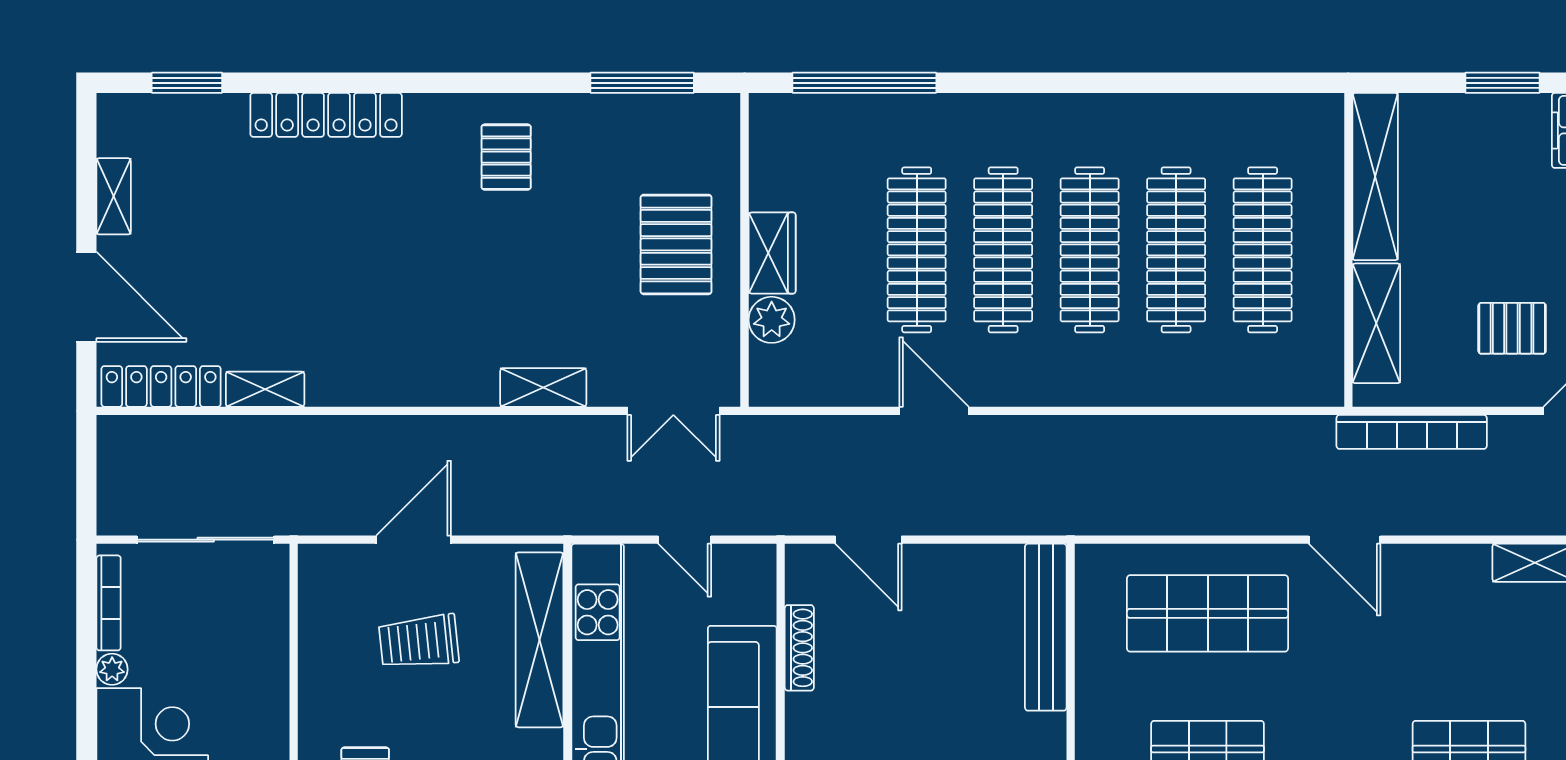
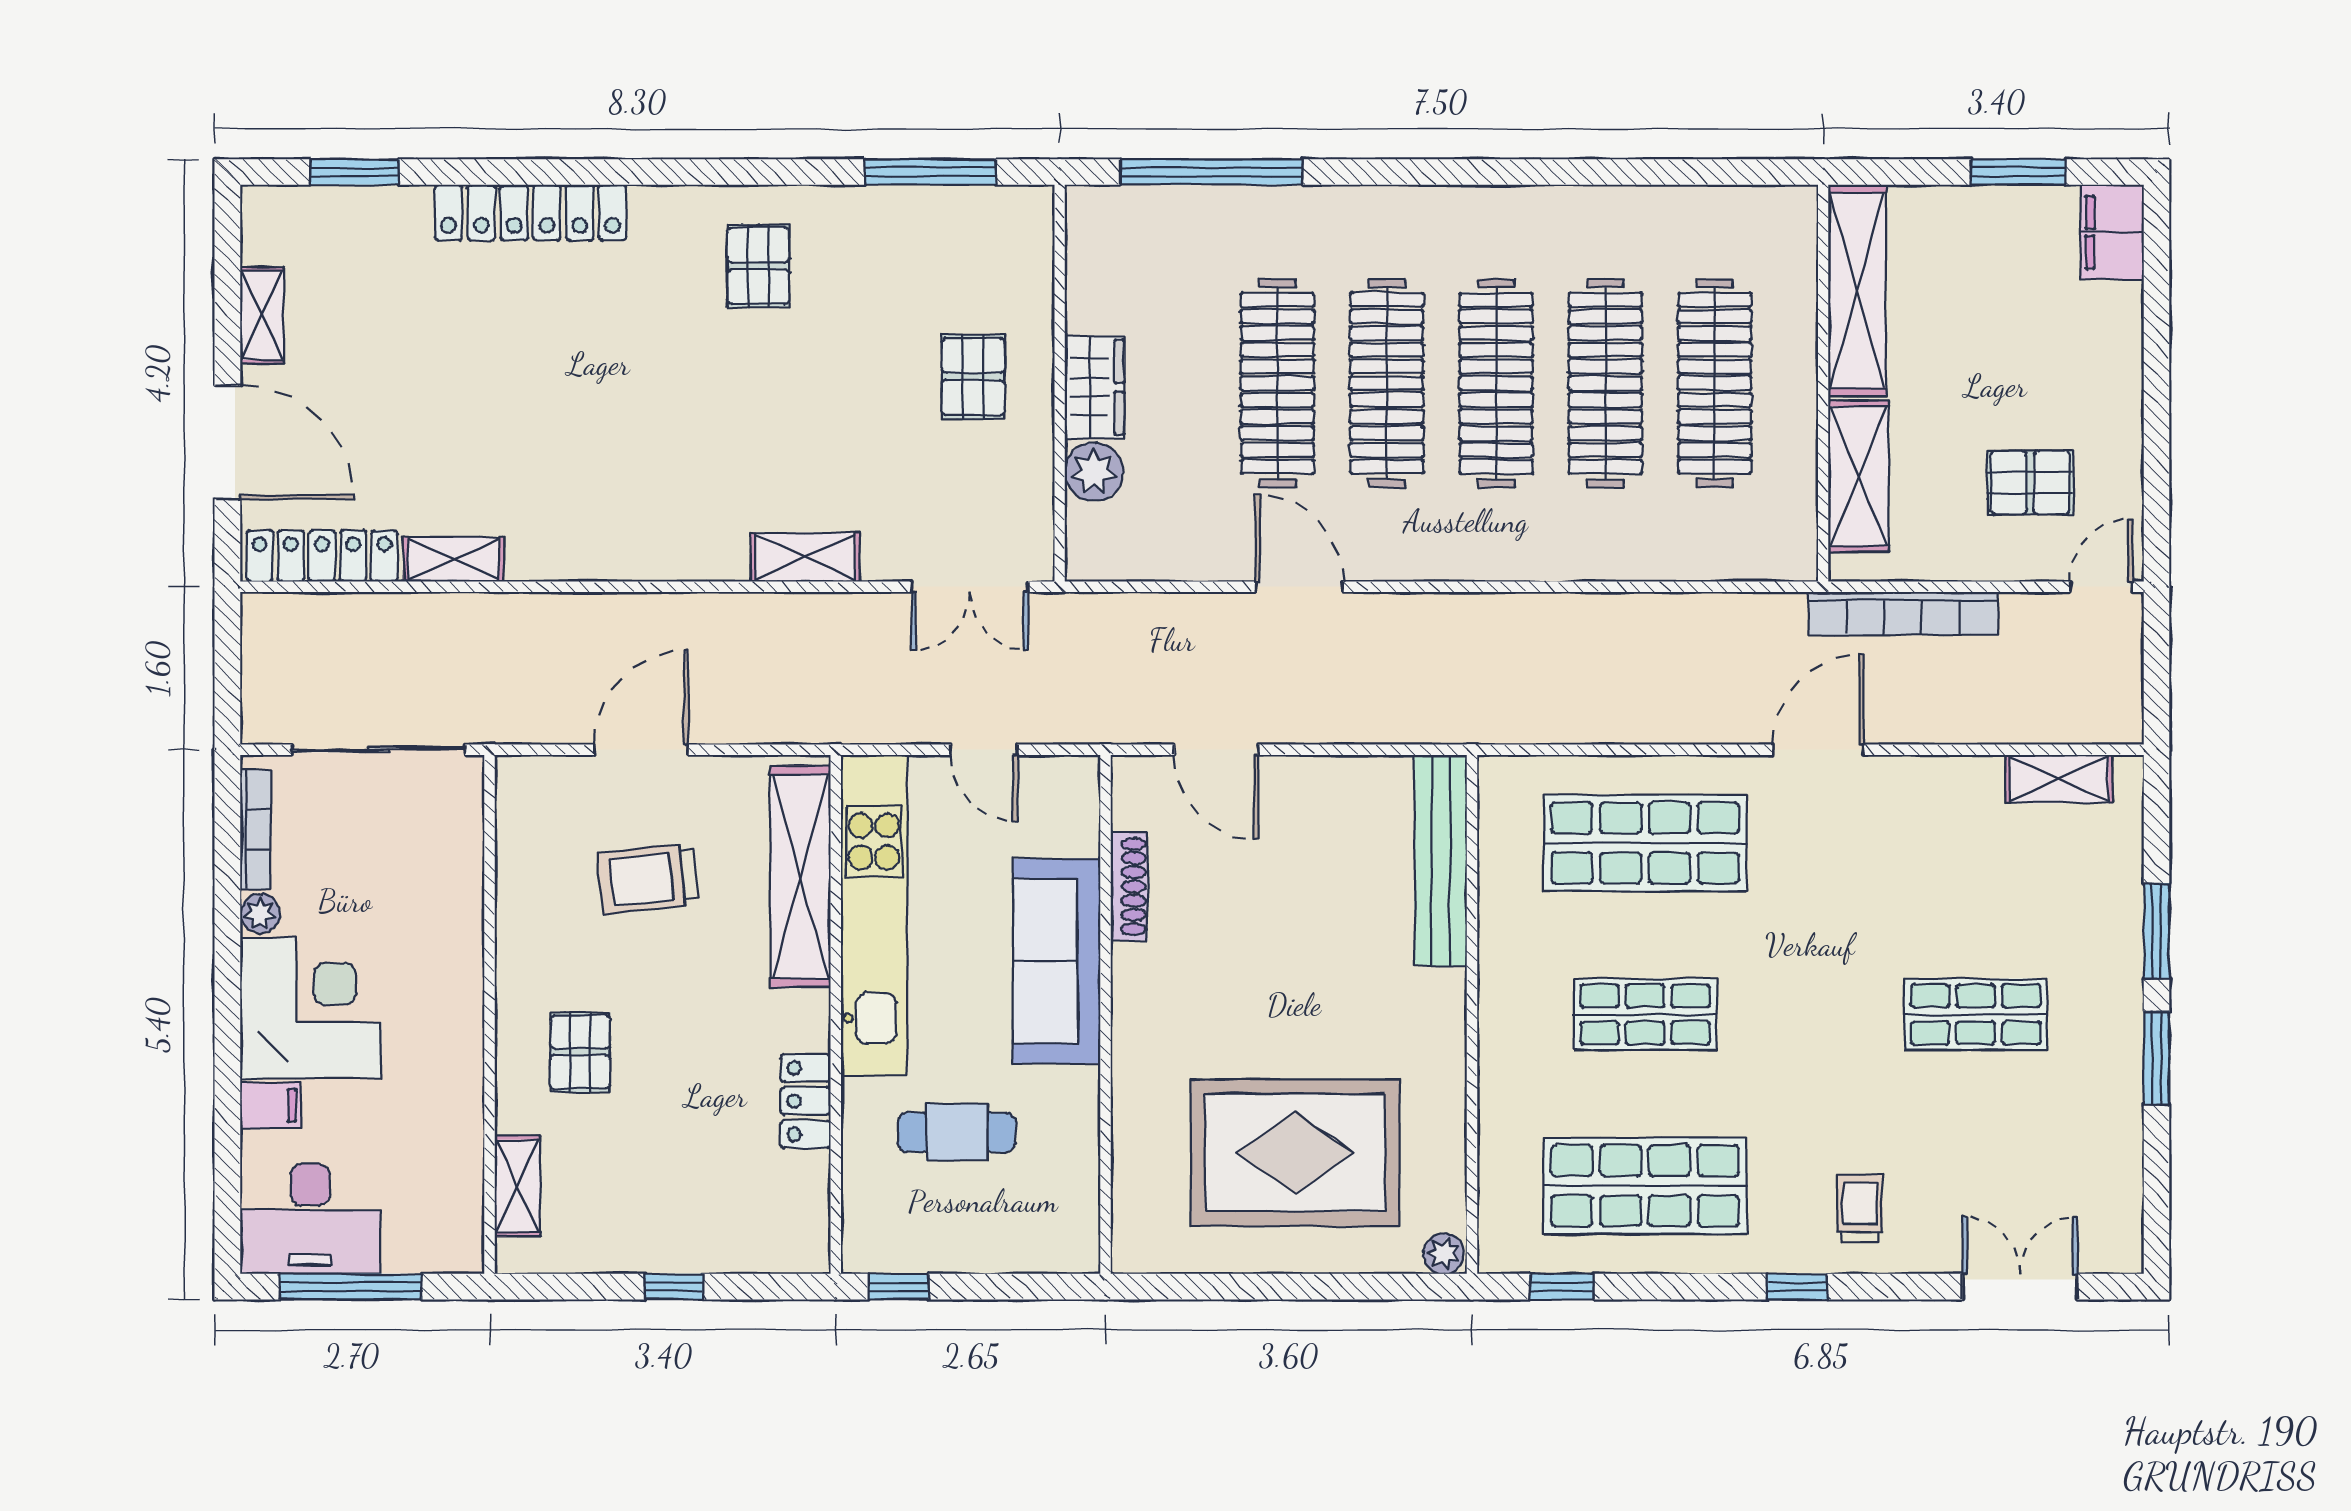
pallet: (676, 244) -> (973, 376), width x0.67, depth x0.71
door: (1345, 540) -> (1818, 750), swing flipped

